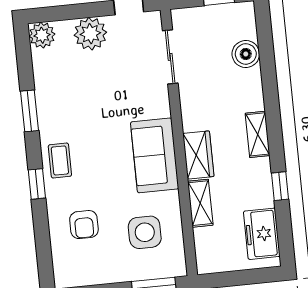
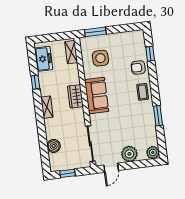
sliding door: (170, 57) -> (90, 144), width x1.37
window: (37, 184) -> (150, 54), moved
shelving: (200, 203) -> (71, 52), moved
armchair: (84, 225) -> (138, 68), moved, turned -90

